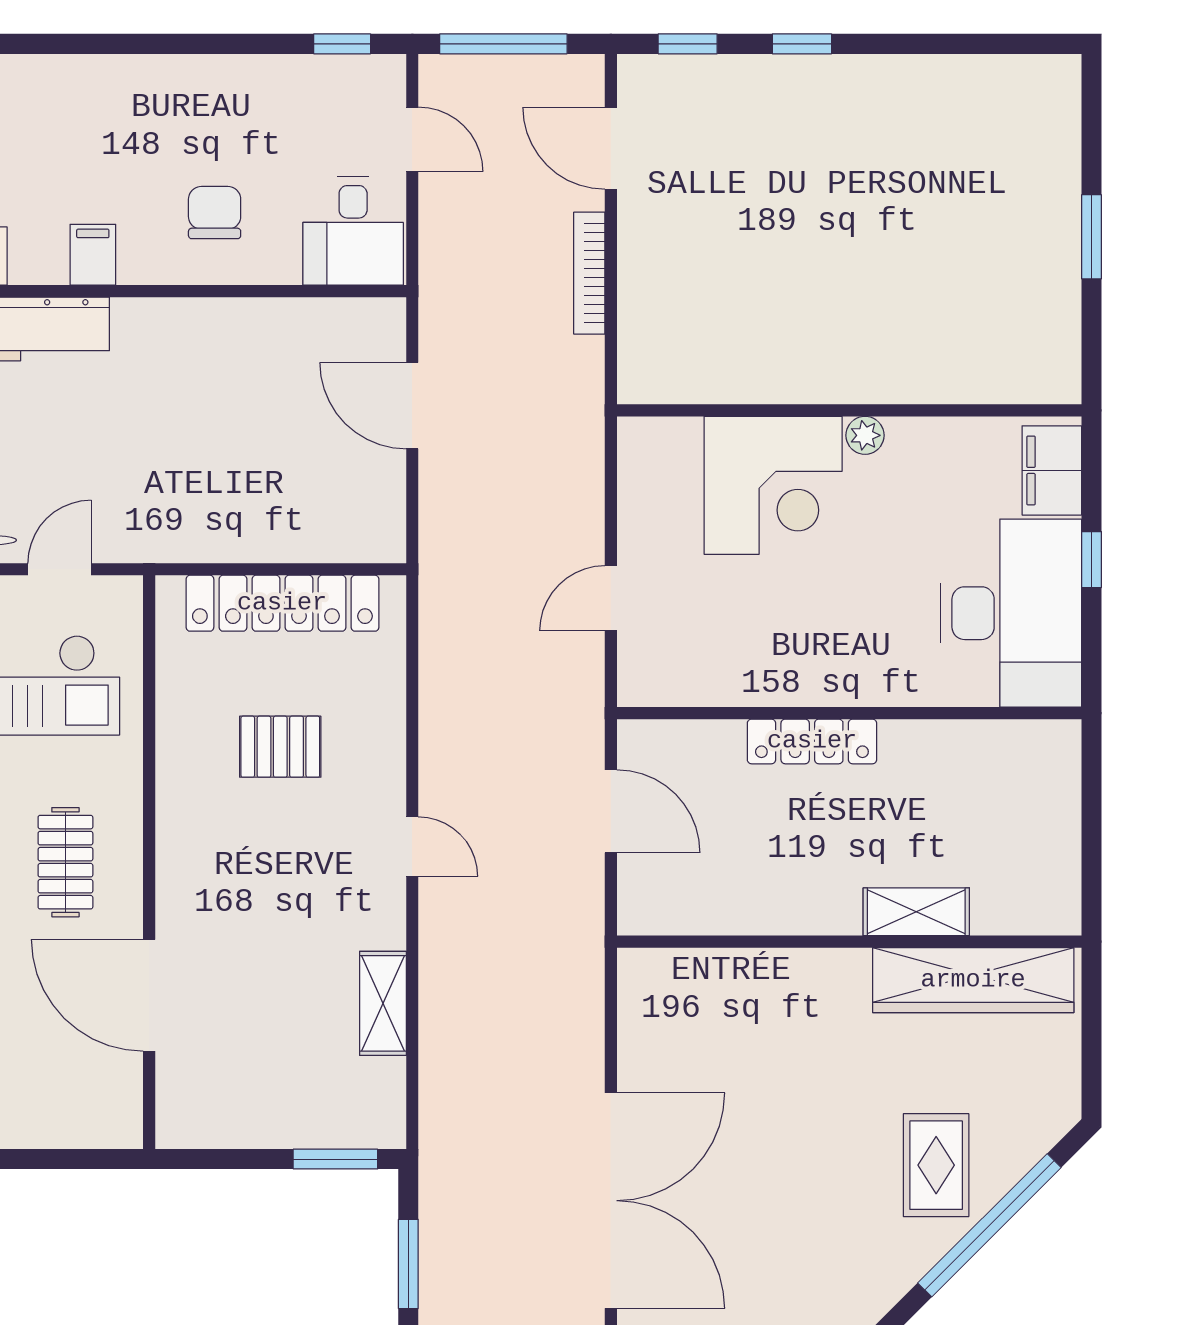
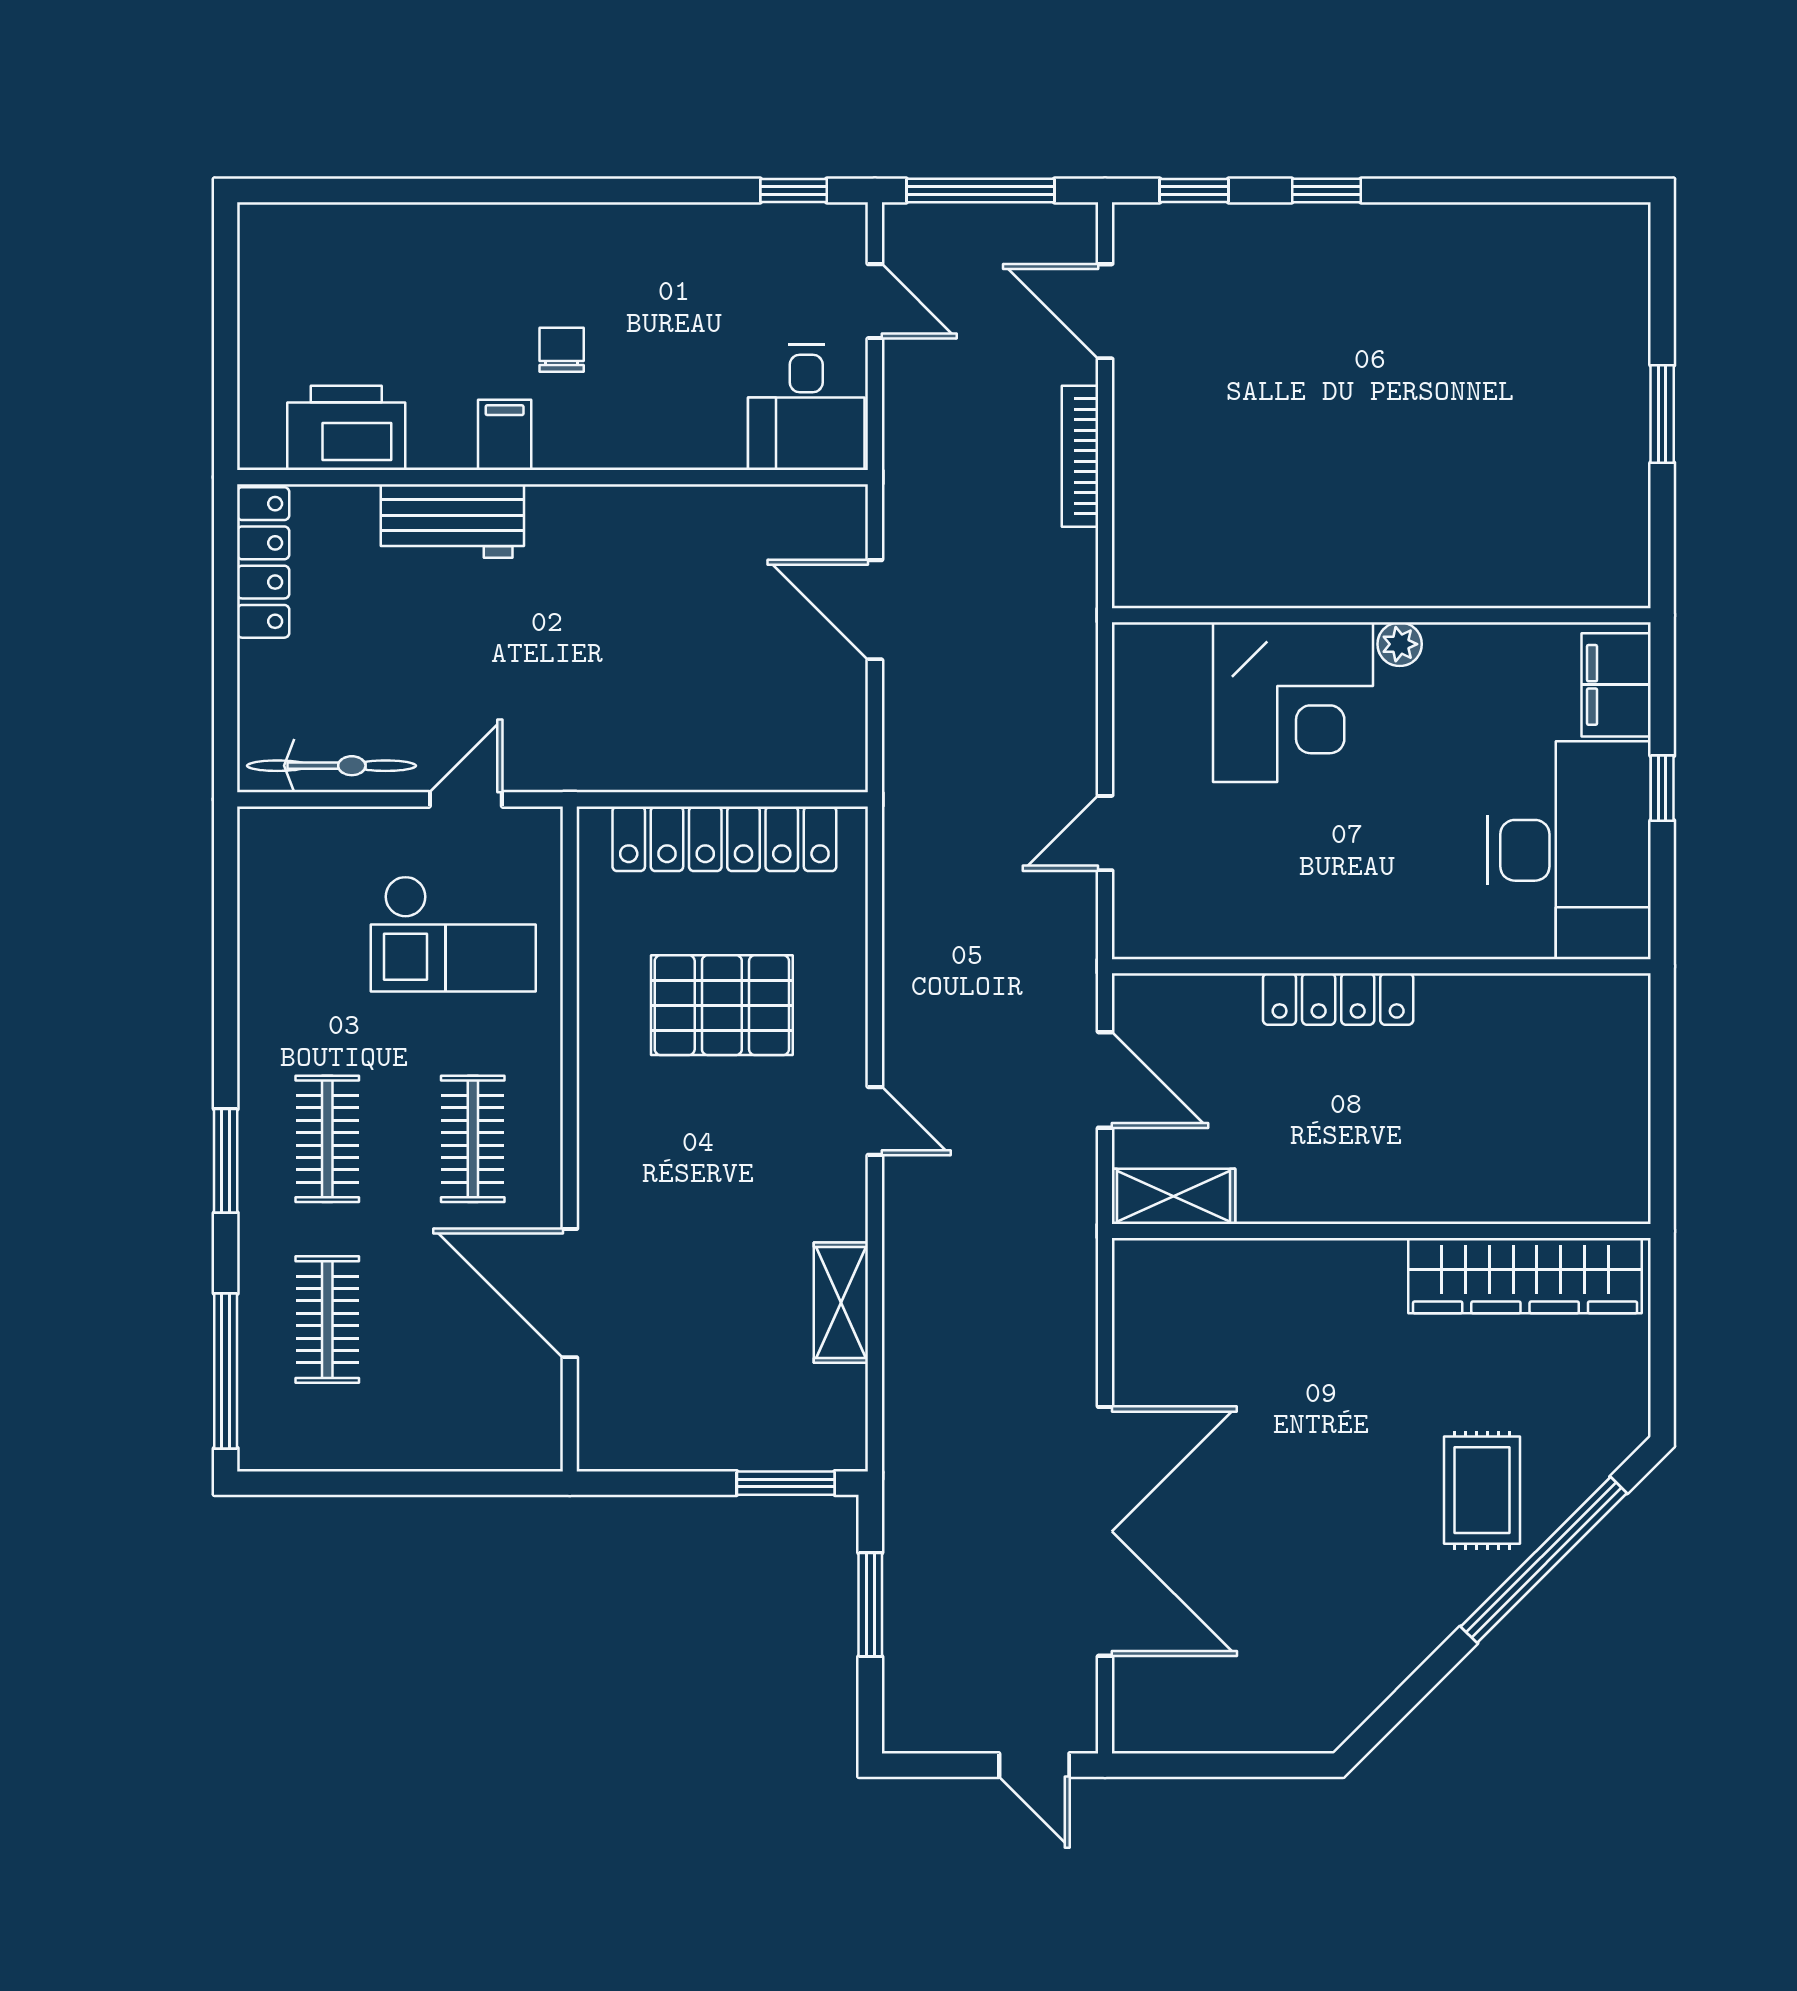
chair: (215, 213) -> (562, 350), moved, width x0.73, depth x0.73
pallet: (280, 747) -> (722, 1005), width x1.50, depth x1.42
shelving: (916, 912) -> (1174, 1196), moved

